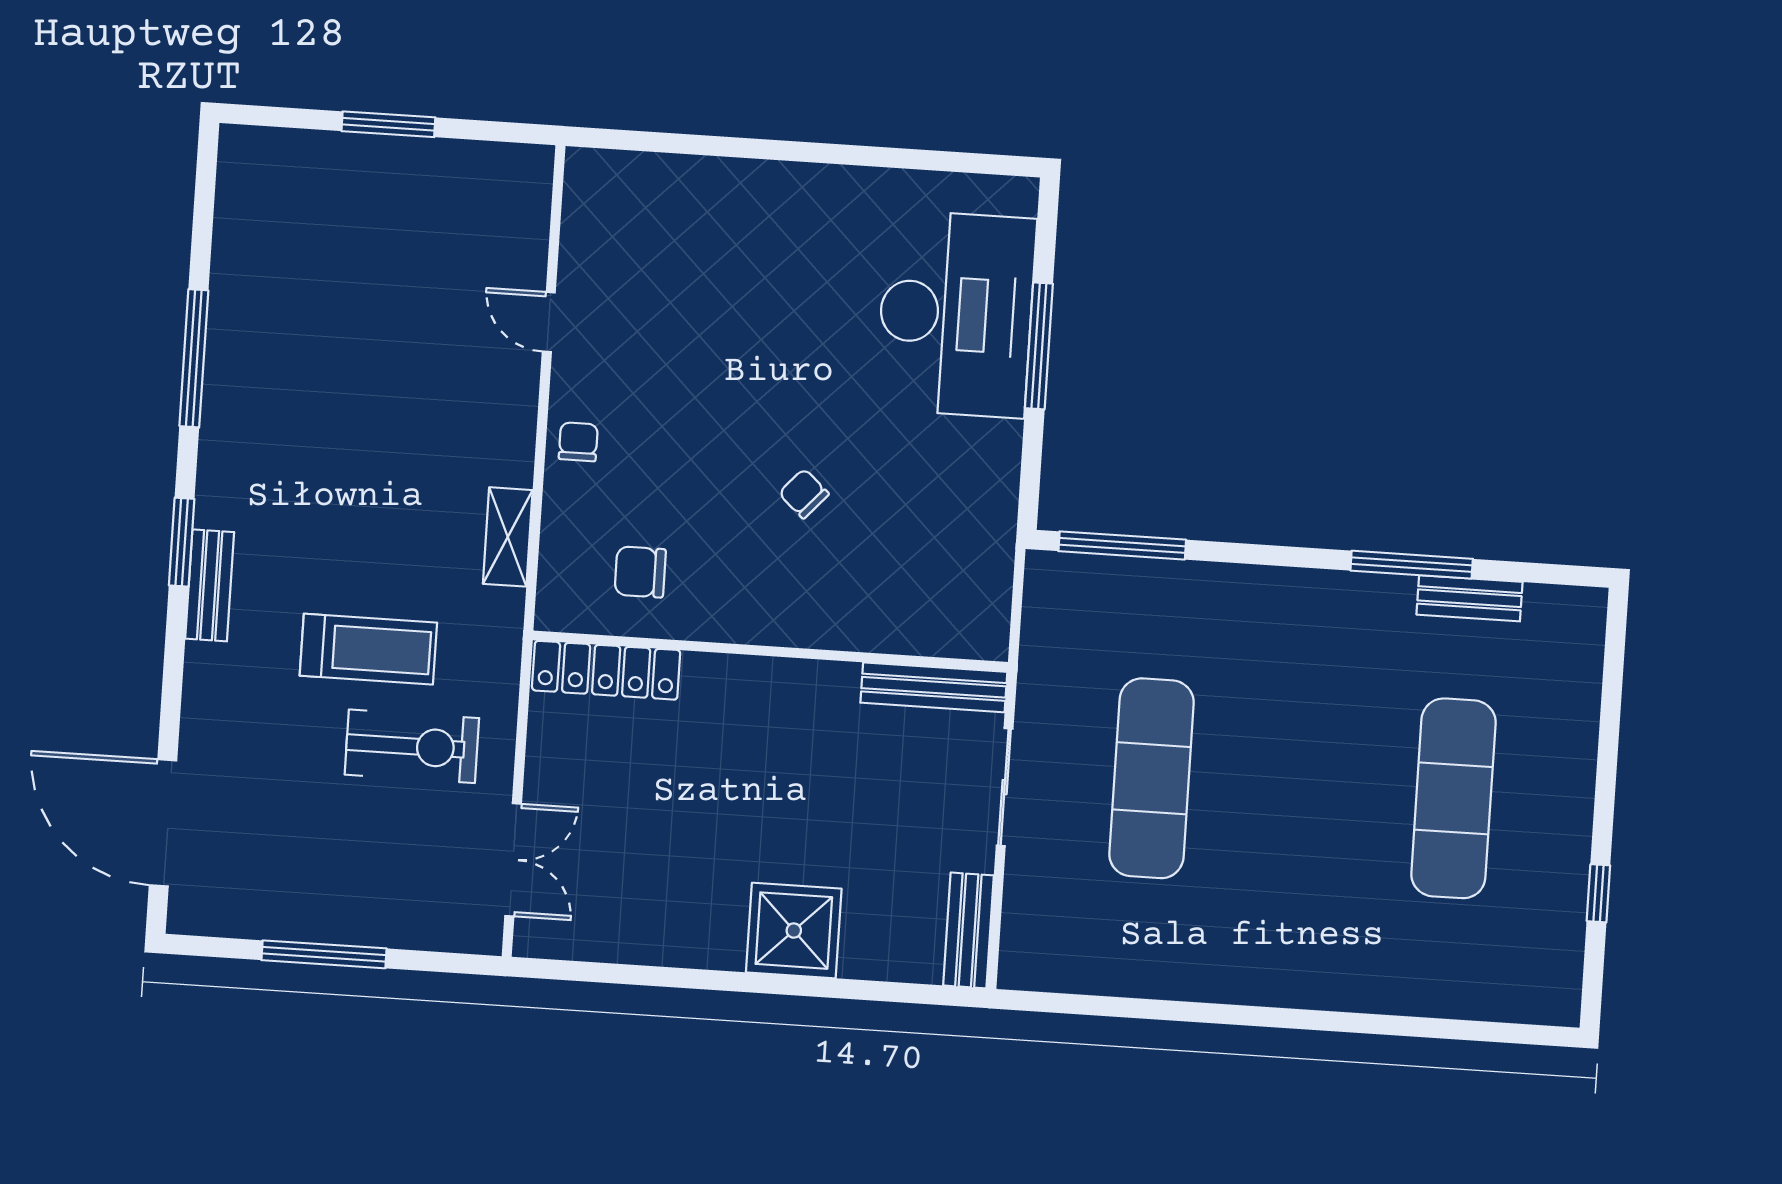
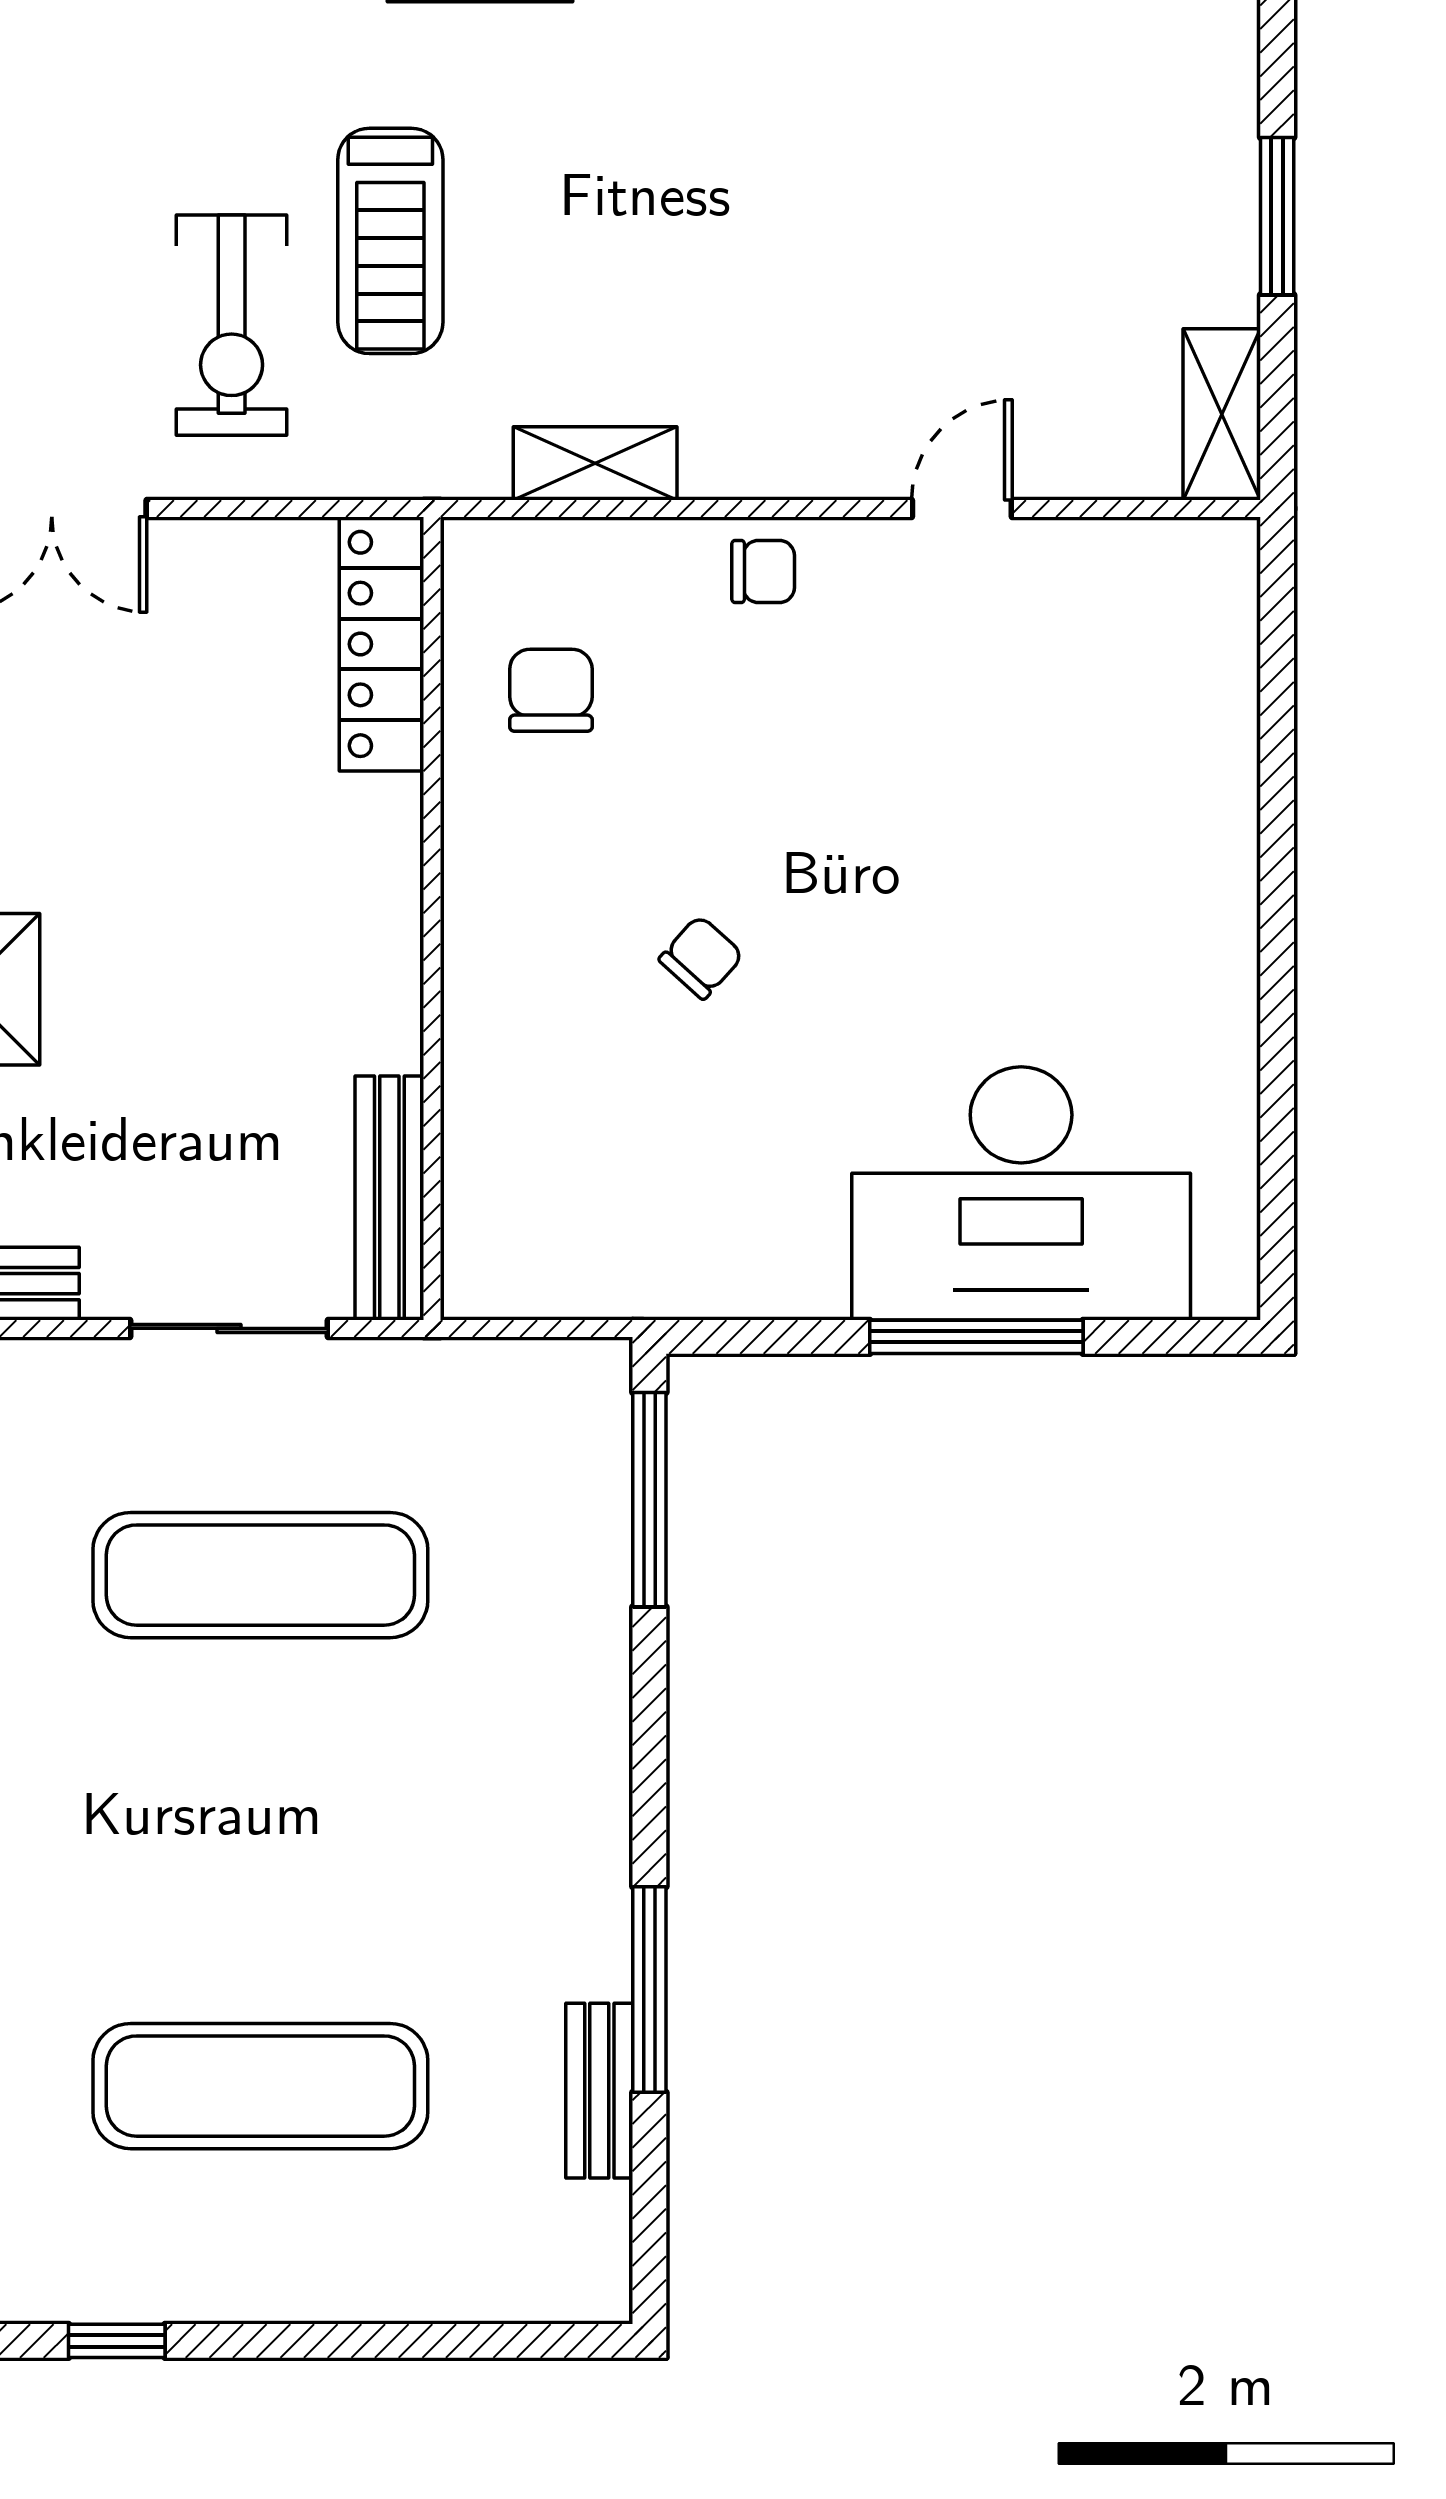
shelving: (503, 165) -> (1222, 414), added

